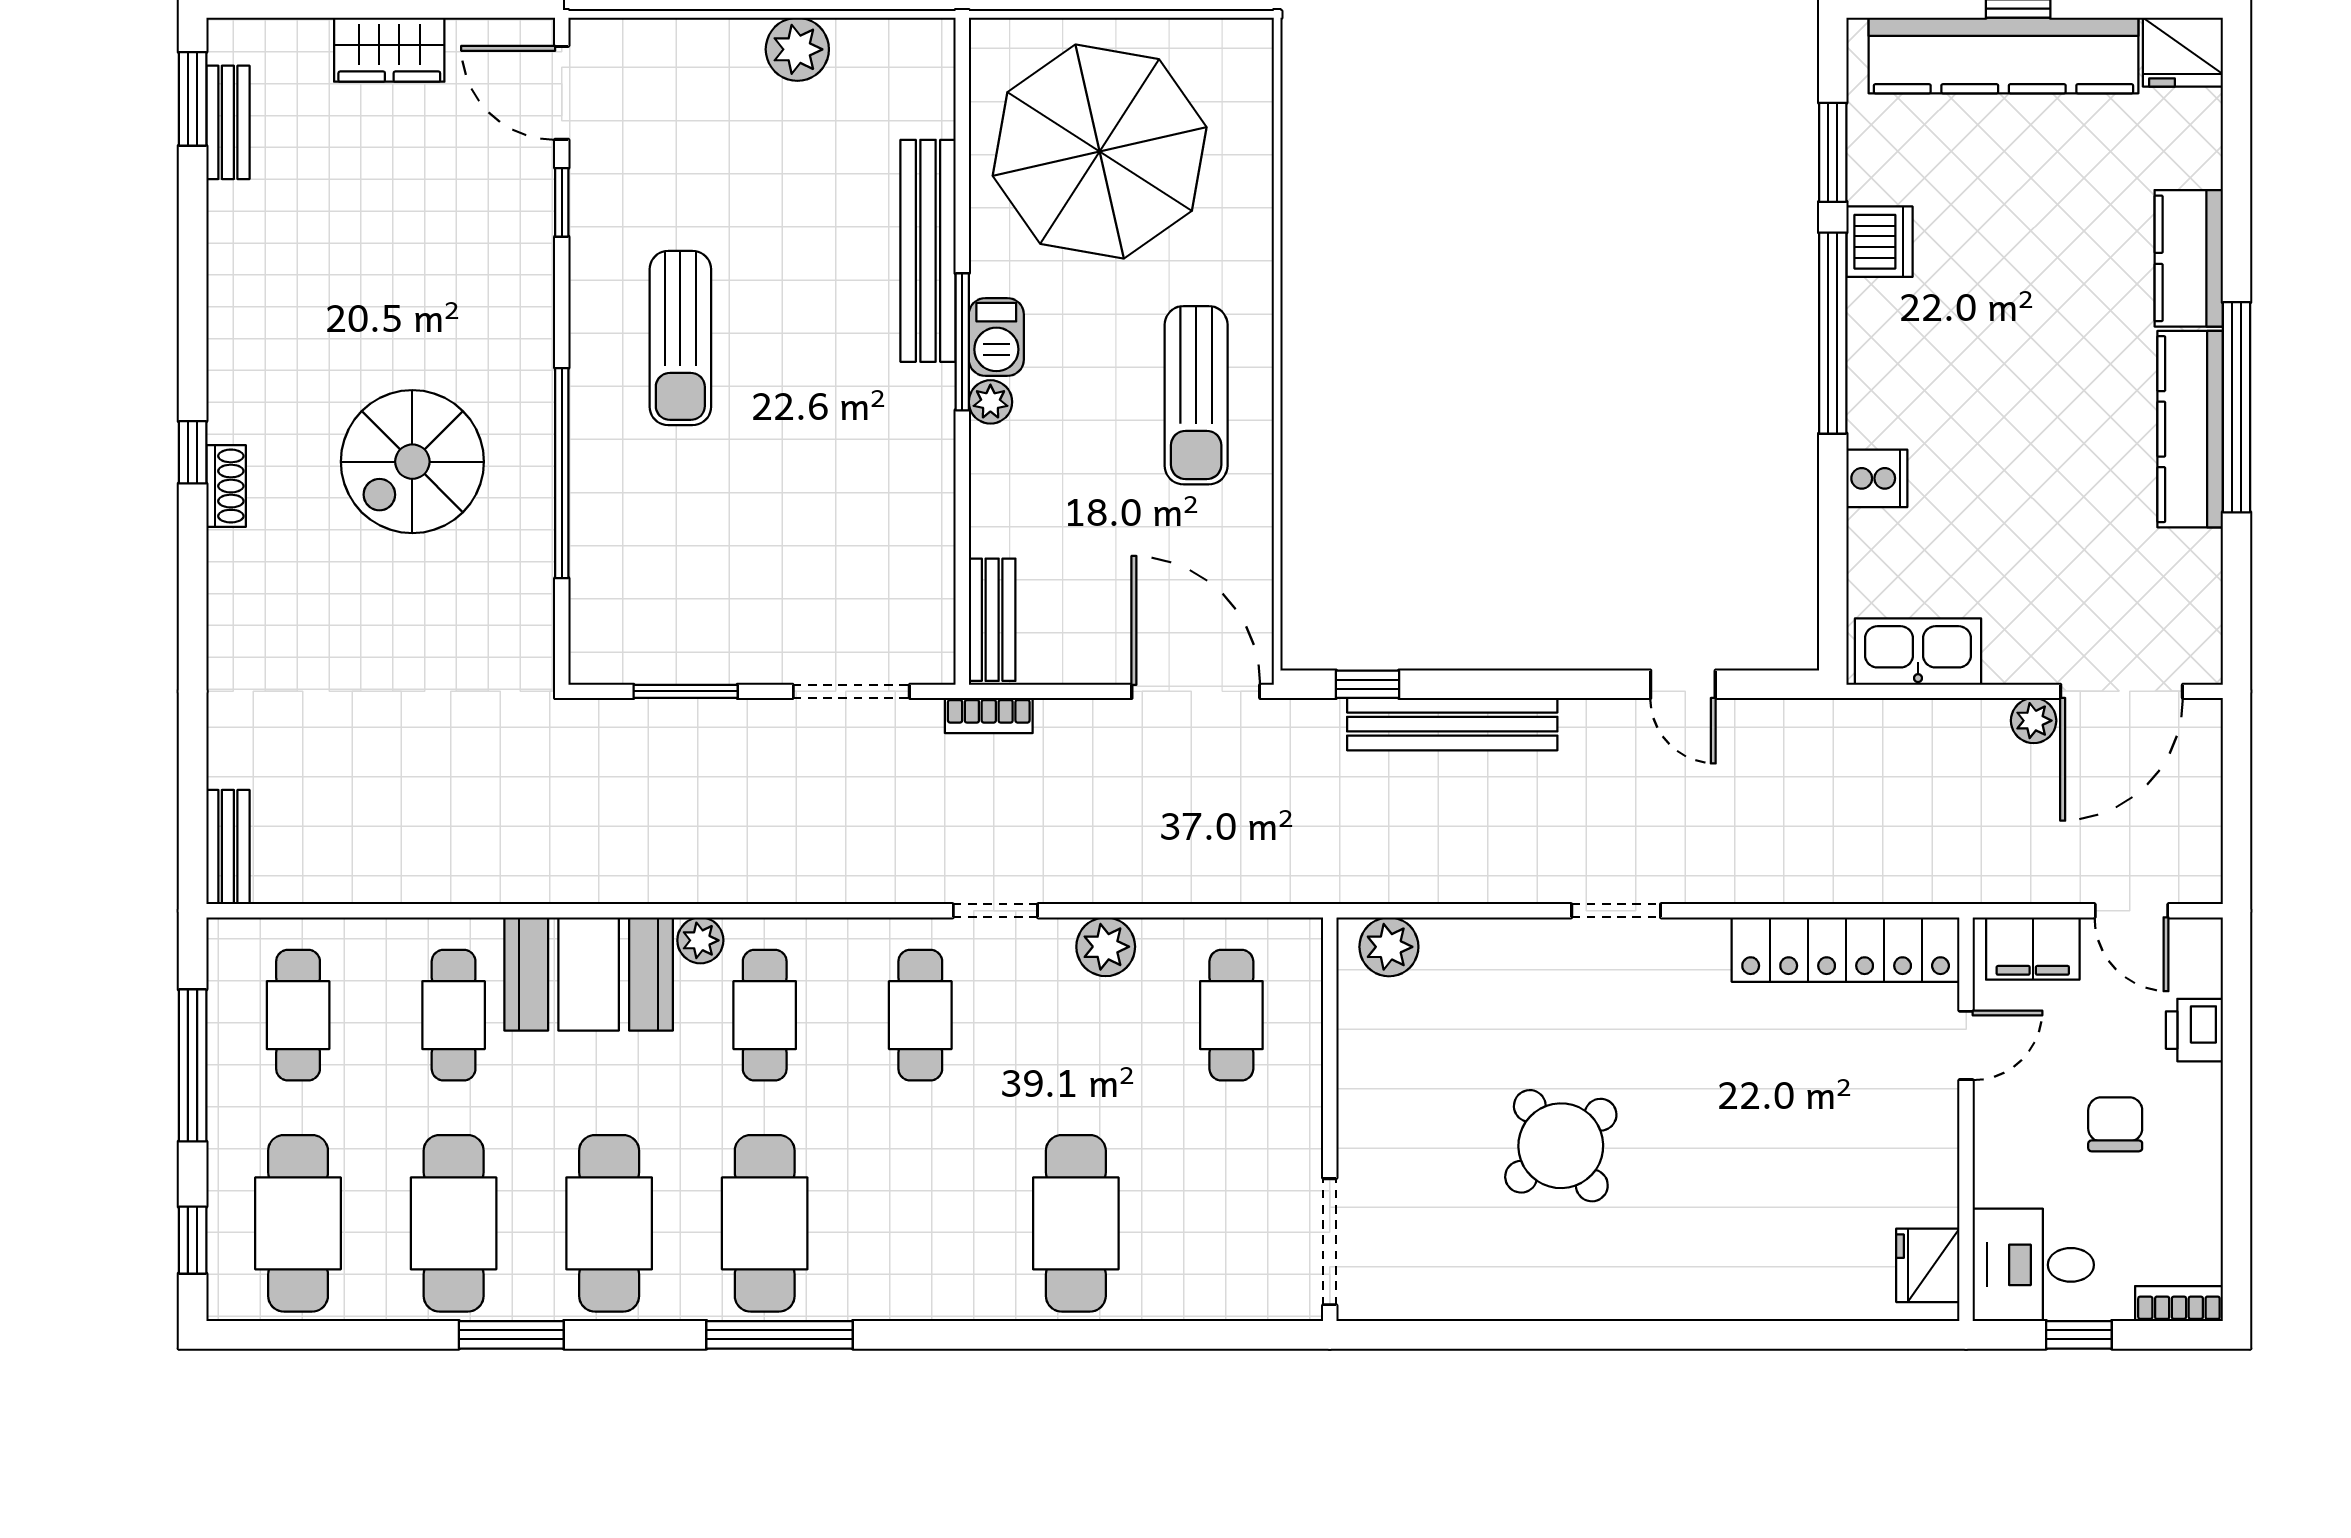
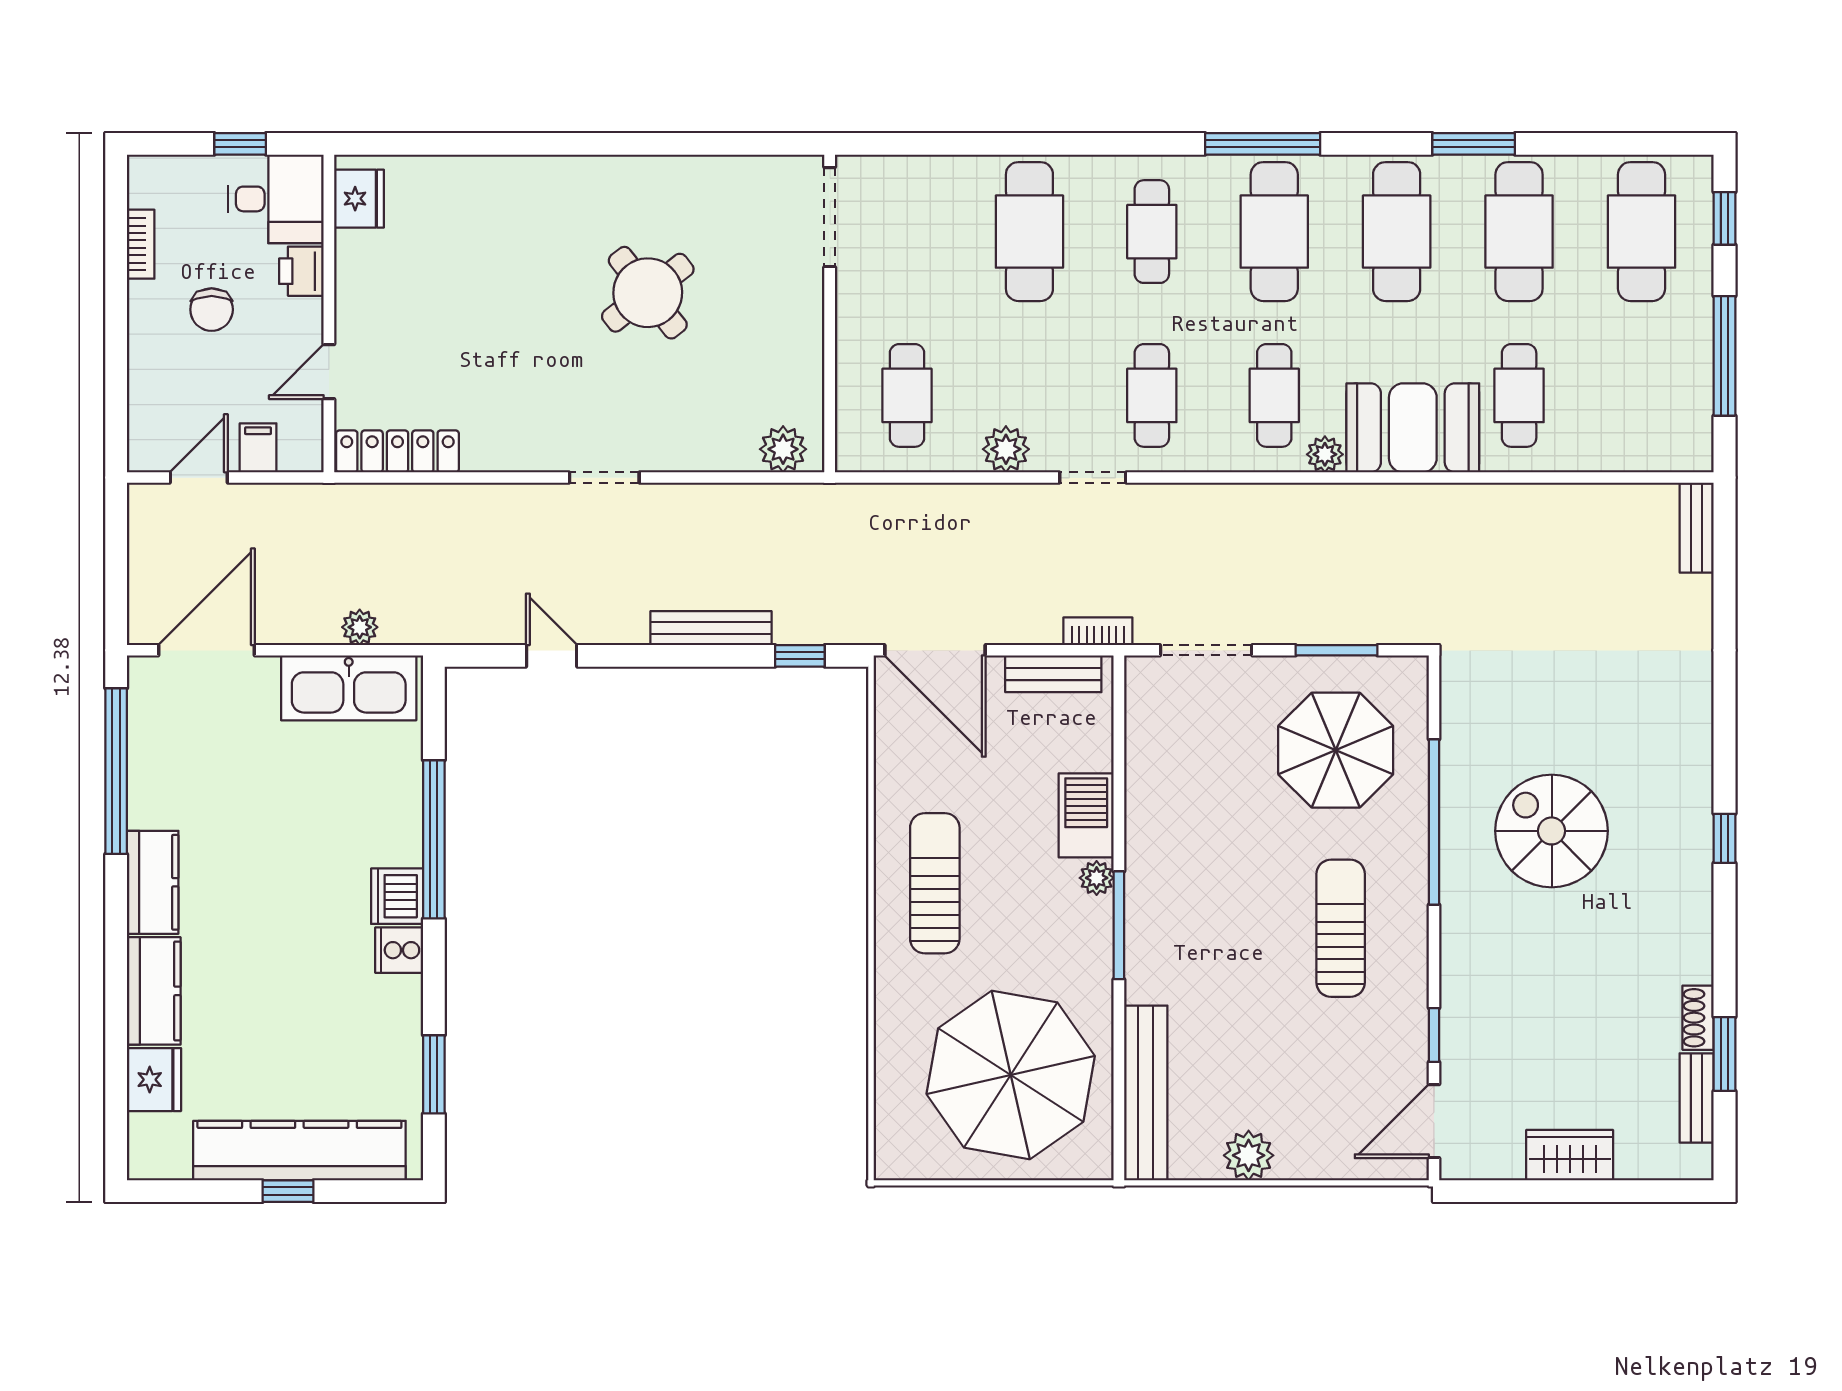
fridge: (2183, 52) -> (154, 1080), moved, turned 90
door: (562, 93) -> (1434, 1121), swing flipped
window: (193, 99) -> (1724, 1054), moved
dishwasher: (1879, 242) -> (397, 896), moved
bench: (928, 251) -> (1146, 1093), moved
window: (1833, 333) -> (434, 839), moved
barbecue: (996, 337) -> (1086, 815), moved, width x1.38, depth x1.27
window: (2237, 407) -> (116, 771), moved
kitchen counter: (2190, 429) -> (153, 882), width x0.67
spiral stairs: (412, 462) -> (1552, 831), turned -90
cooker: (1877, 478) -> (399, 950), moved
shoe rack: (226, 486) -> (1698, 1018), moved
parasol: (687, 564) -> (1336, 750), added
bench: (992, 620) -> (1053, 674), moved, turned 90
kitchen sink: (1918, 652) -> (349, 688), width x1.36, depth x1.24
plant: (2034, 721) -> (360, 627), moved
bench: (1452, 724) -> (711, 628), width x0.73, depth x0.82
door: (2132, 911) -> (199, 478), hinge flipped
filing cabinet: (2033, 949) -> (258, 448), width x0.50
locker: (1846, 950) -> (397, 451), width x0.71, depth x0.83
cafe table: (298, 1015) -> (1152, 232), moved
printer: (2194, 1030) -> (301, 271), moved, turned 180
bookcase: (2179, 1304) -> (141, 244), moved, turned -90

